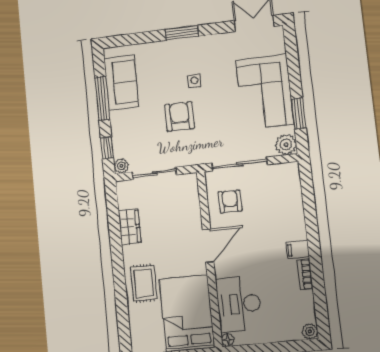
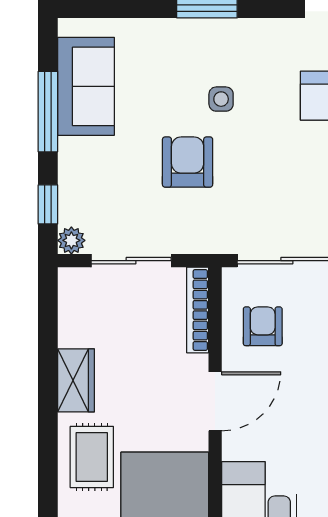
bookcase: (193, 196) -> (198, 310), added
wardrobe: (130, 227) -> (76, 380), moved

